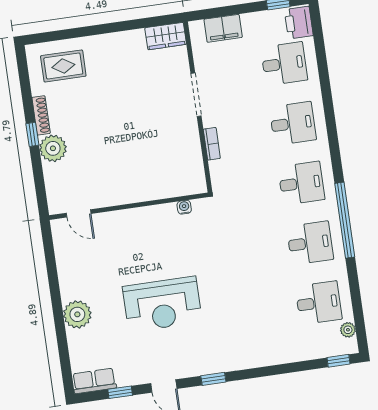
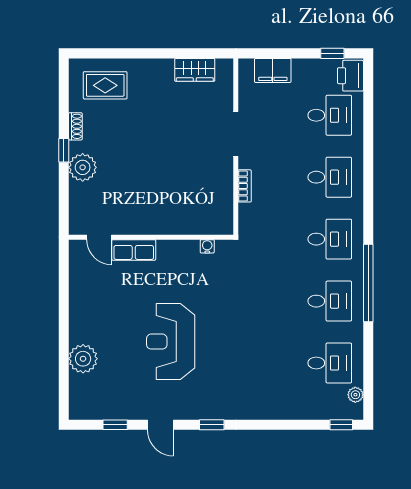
wardrobe: (166, 36) -> (195, 70), moved
shoe rack: (41, 115) -> (75, 126), width x0.70
reception desk: (162, 304) -> (171, 342), turned 90
plant: (77, 314) -> (83, 359), moved
row of seats: (94, 381) -> (134, 250), moved, turned 180

